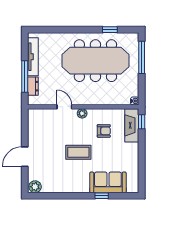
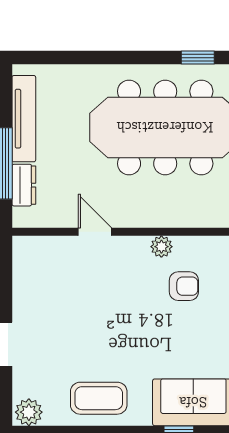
plant: (82, 113) -> (161, 247), moved
coffee table: (78, 152) -> (99, 398), moved

